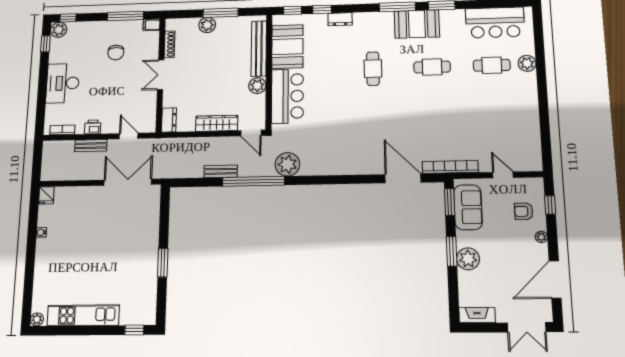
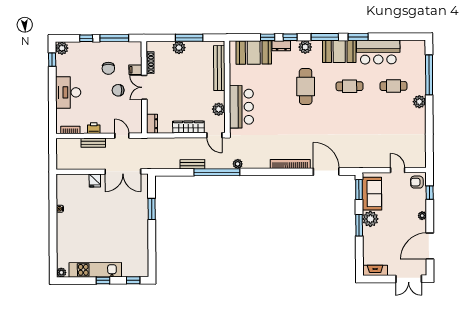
window: (293, 10) -> (290, 37), moved
window: (68, 18) -> (86, 38), moved
plant: (372, 20) -> (305, 47), added
bar counter: (495, 23) -> (378, 52), moved
filing cabinet: (151, 25) -> (135, 70), moved
booth: (287, 47) -> (254, 53), moved, turned 90
window: (540, 50) -> (429, 75), added
plant: (527, 63) -> (419, 102), moved
cafe table: (373, 69) -> (306, 86), width x1.37, depth x1.35
chair: (127, 79) -> (118, 90), added
plant: (257, 86) -> (219, 109), moved
plant: (287, 164) -> (238, 164), width x0.53, depth x0.53
bookcase: (450, 167) -> (290, 164), moved
double door: (128, 182) -> (123, 172), swing flipped
fridge: (46, 195) -> (95, 181), moved
armchair: (524, 211) -> (417, 182), moved
plant: (468, 259) -> (370, 219), moved
window: (163, 263) -> (152, 209), moved
window: (93, 330) -> (103, 280), added

